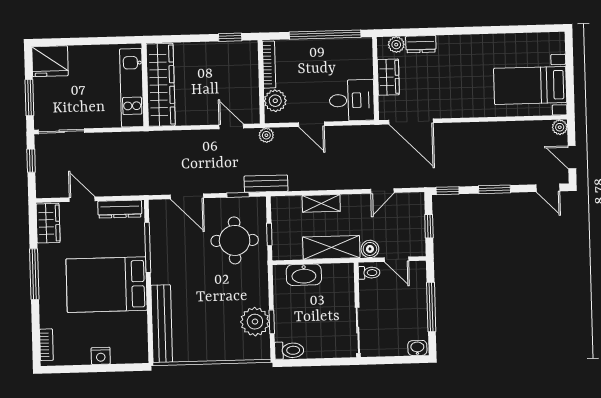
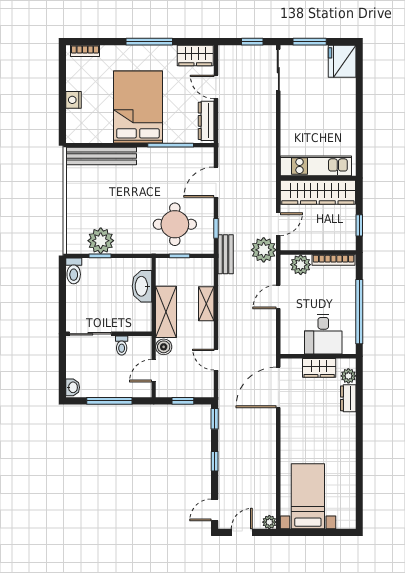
wall: (145, 85) -> (318, 178), moved
wardrobe: (161, 85) -> (318, 192), moved
kitchen unit: (132, 88) -> (316, 166), moved
desk: (352, 100) -> (323, 334), moved
plant: (266, 135) -> (264, 250), width x1.88, depth x1.88
window: (494, 189) -> (215, 461), width x0.67
door: (82, 199) -> (216, 87), swing flipped
toilet: (369, 273) -> (122, 345), moved

